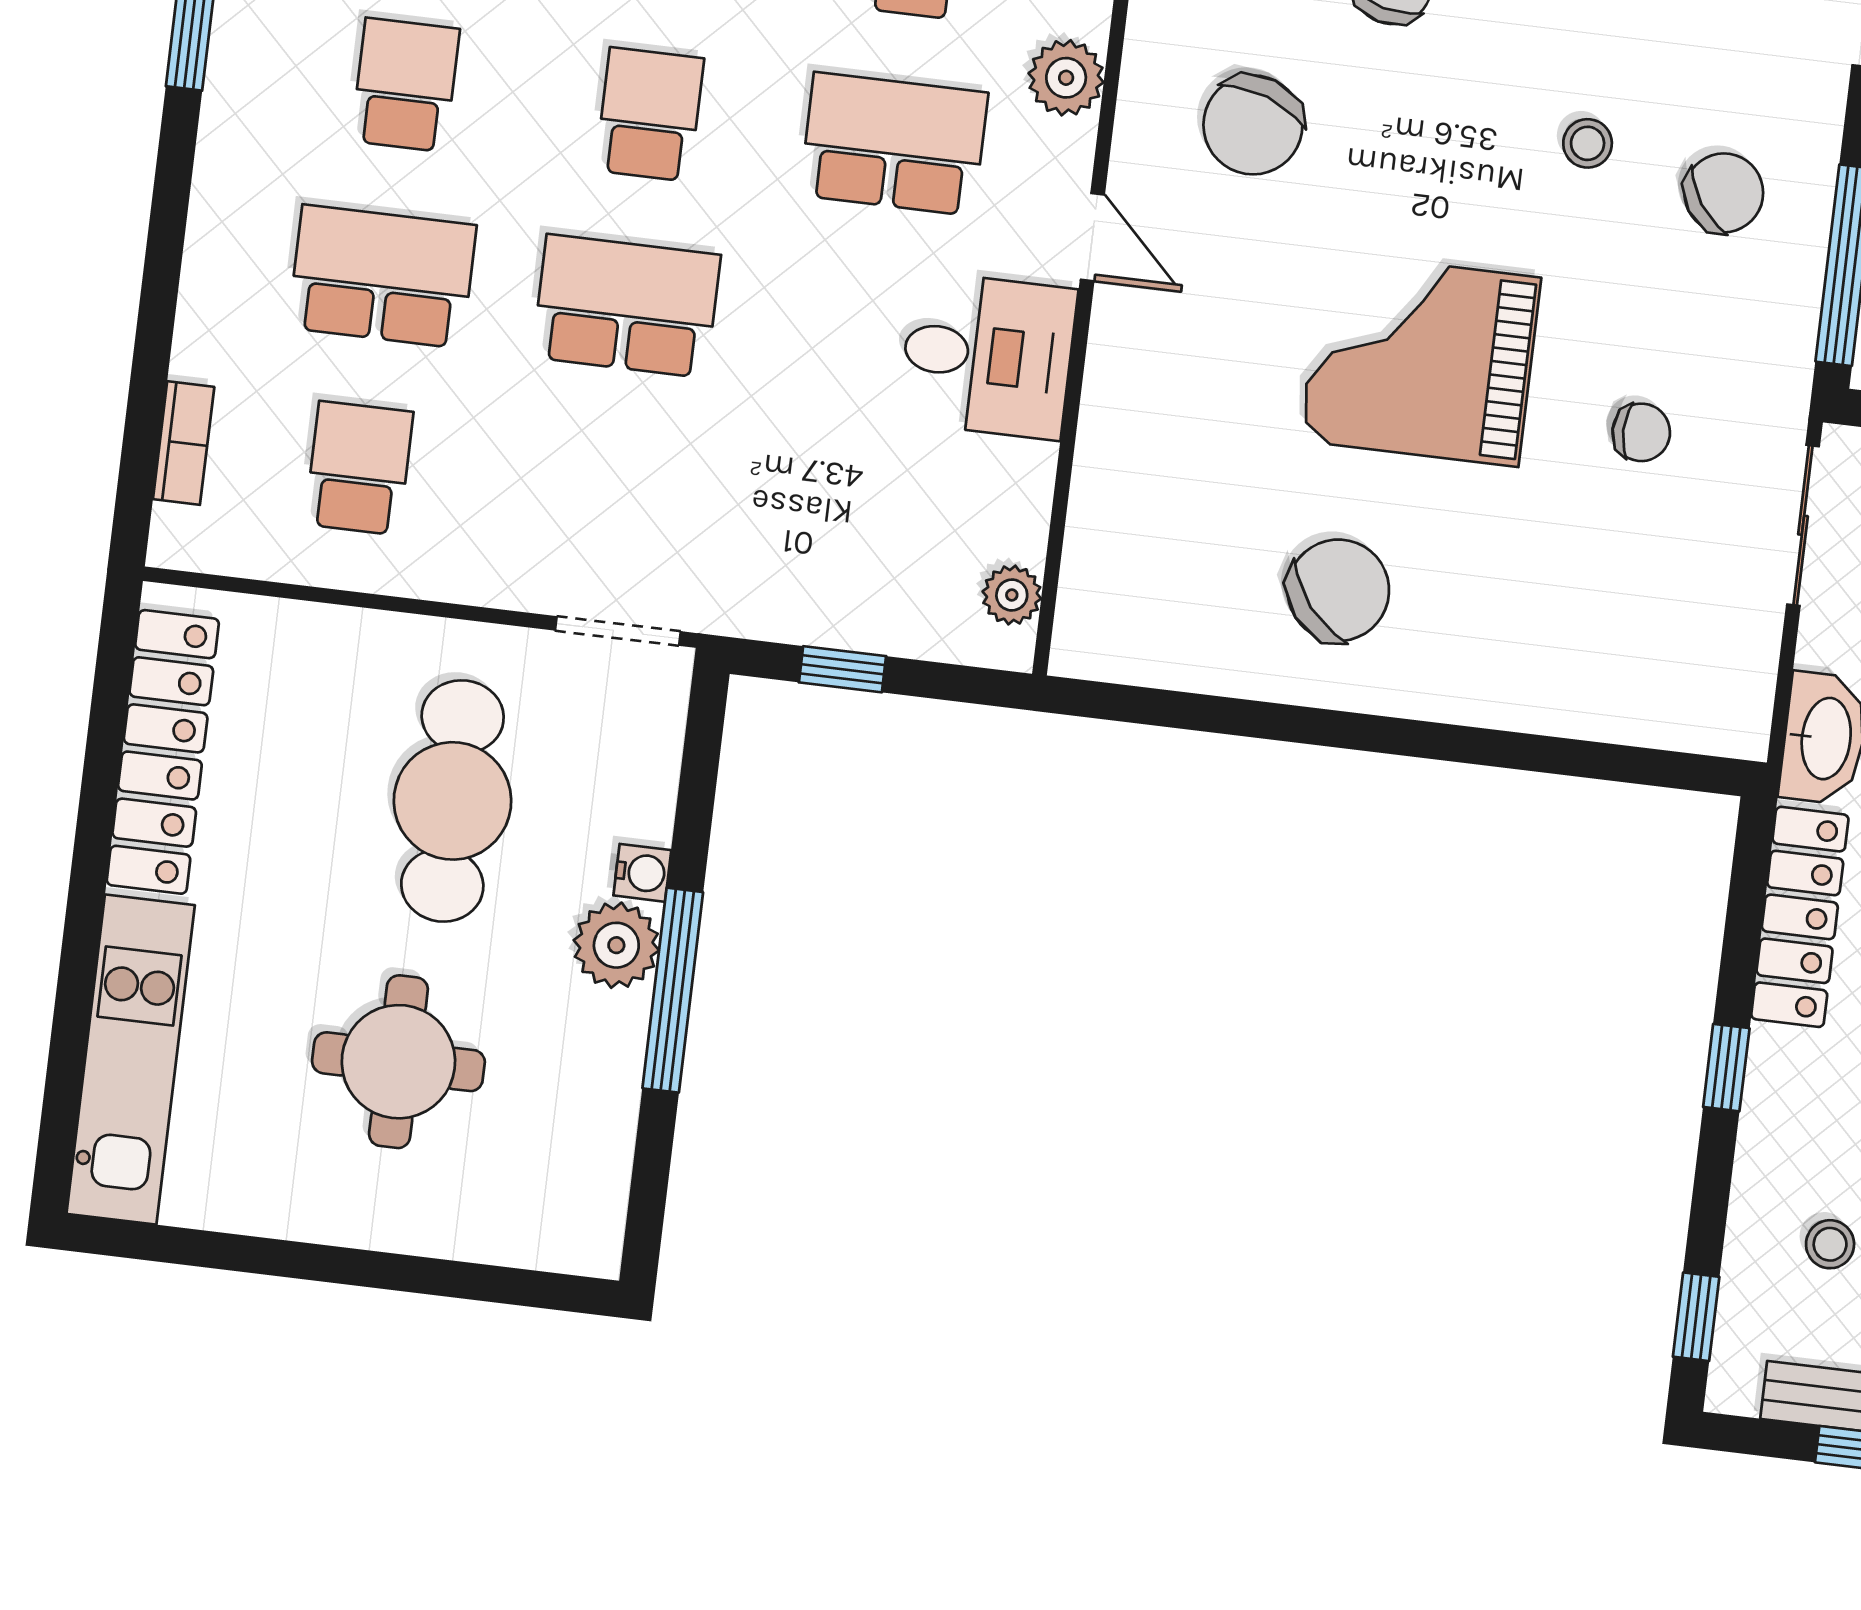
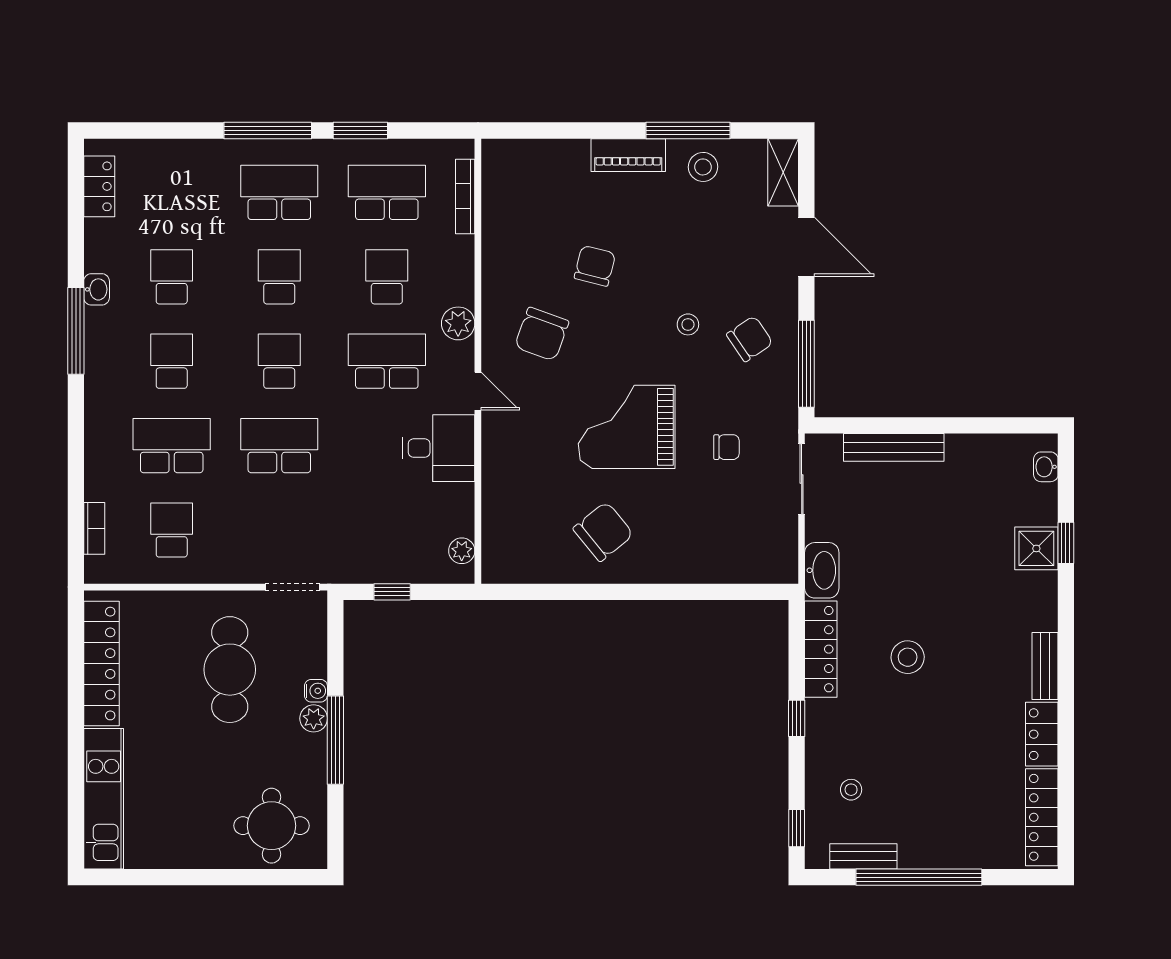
plant: (616, 945) -> (314, 718), width x0.73, depth x0.73
round table: (398, 1062) -> (271, 826), moved

